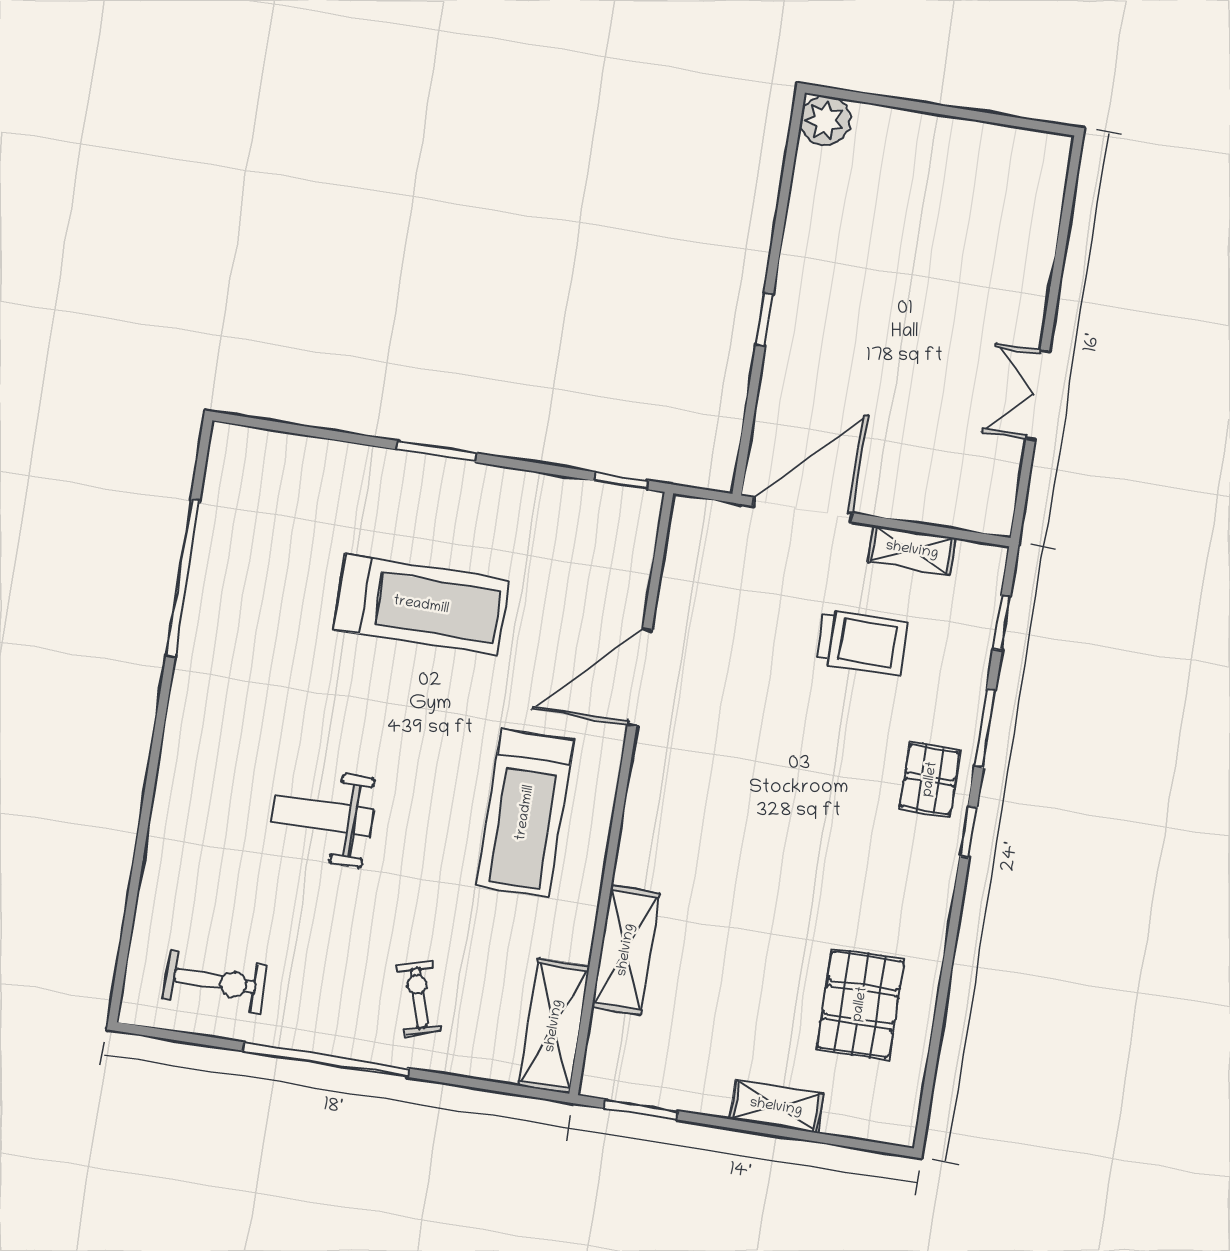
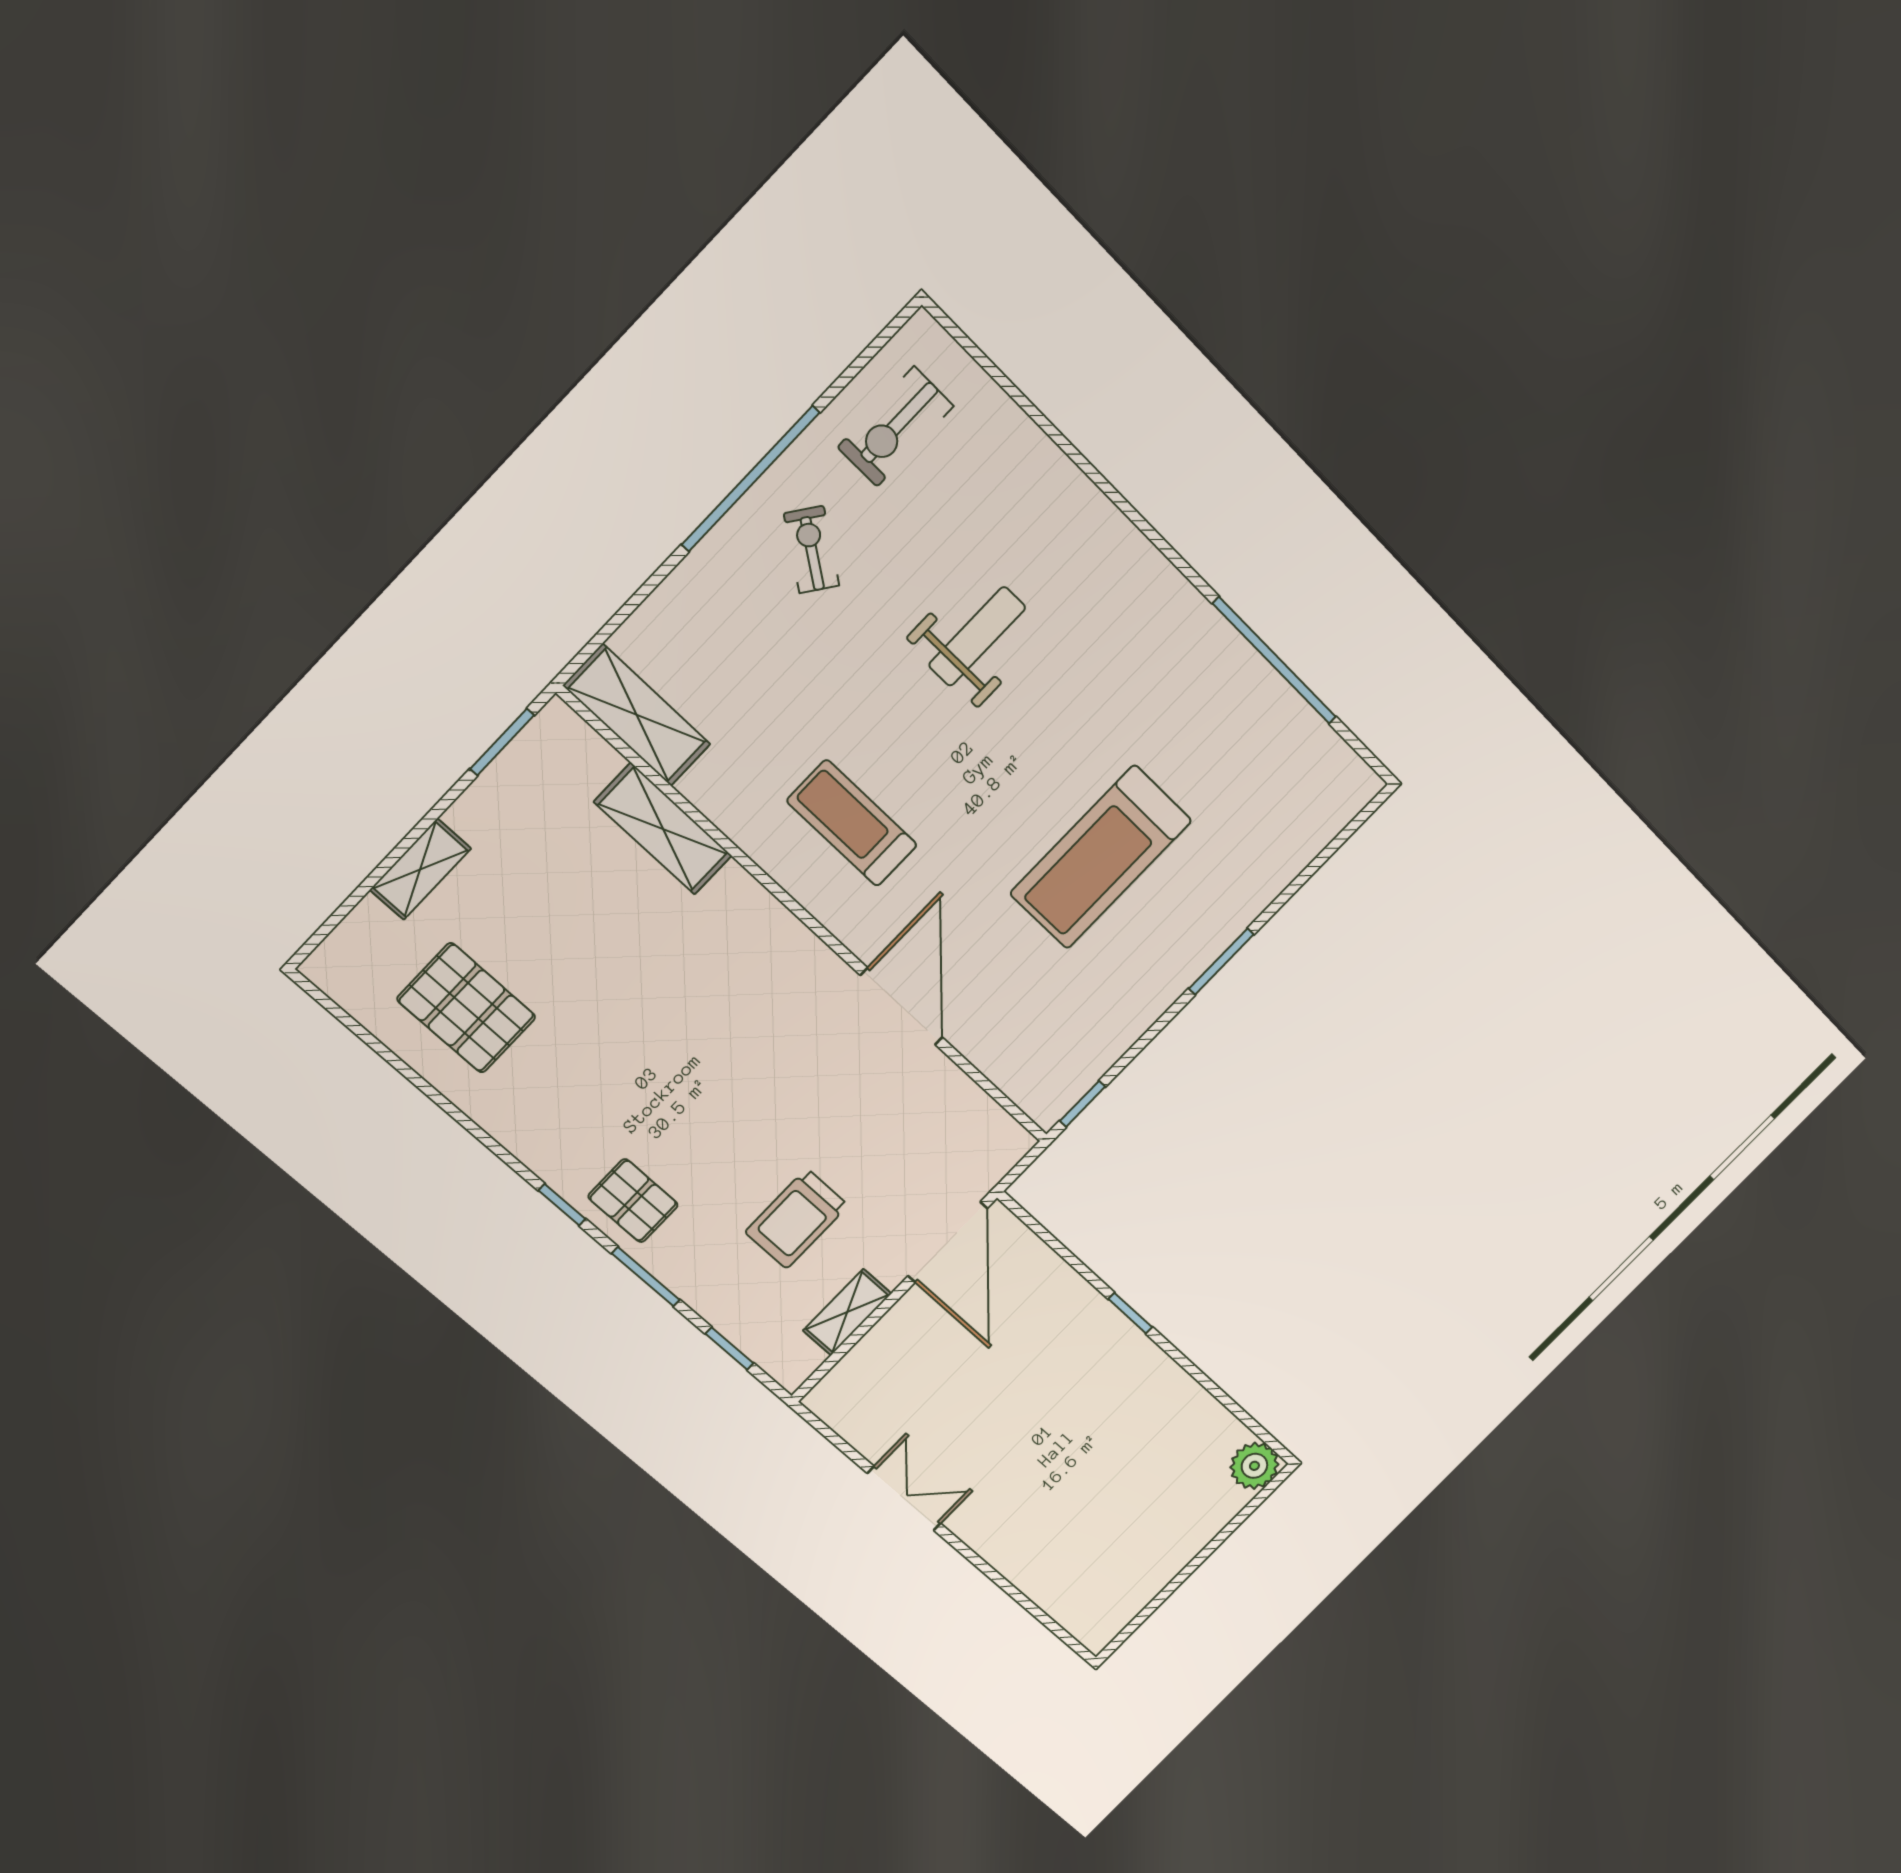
treadmill: (525, 813) -> (852, 823), width x0.73, depth x0.73
exercise bike: (419, 998) -> (811, 550), moved, turned -129

